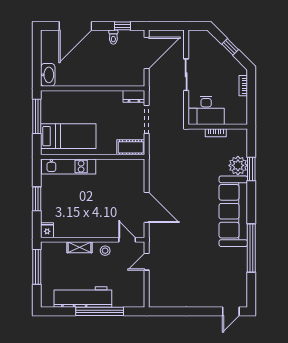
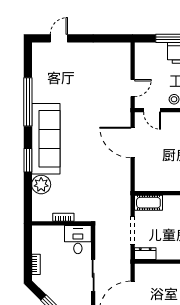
desk: (206, 110) -> (78, 240), width x0.73
window: (251, 169) -> (28, 160), moved
door: (231, 311) -> (59, 38), moved

